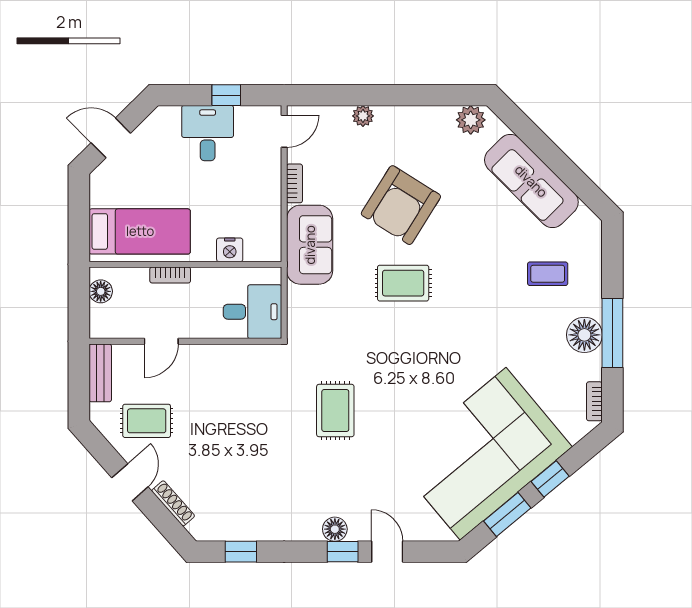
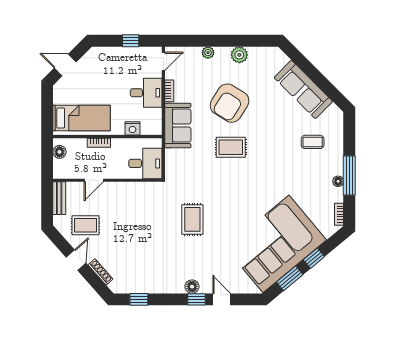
plant: (471, 120) -> (239, 55), moved
desk: (208, 133) -> (146, 93), moved, turned 90
floor lamp: (584, 335) -> (338, 181), width x0.53, depth x0.53

